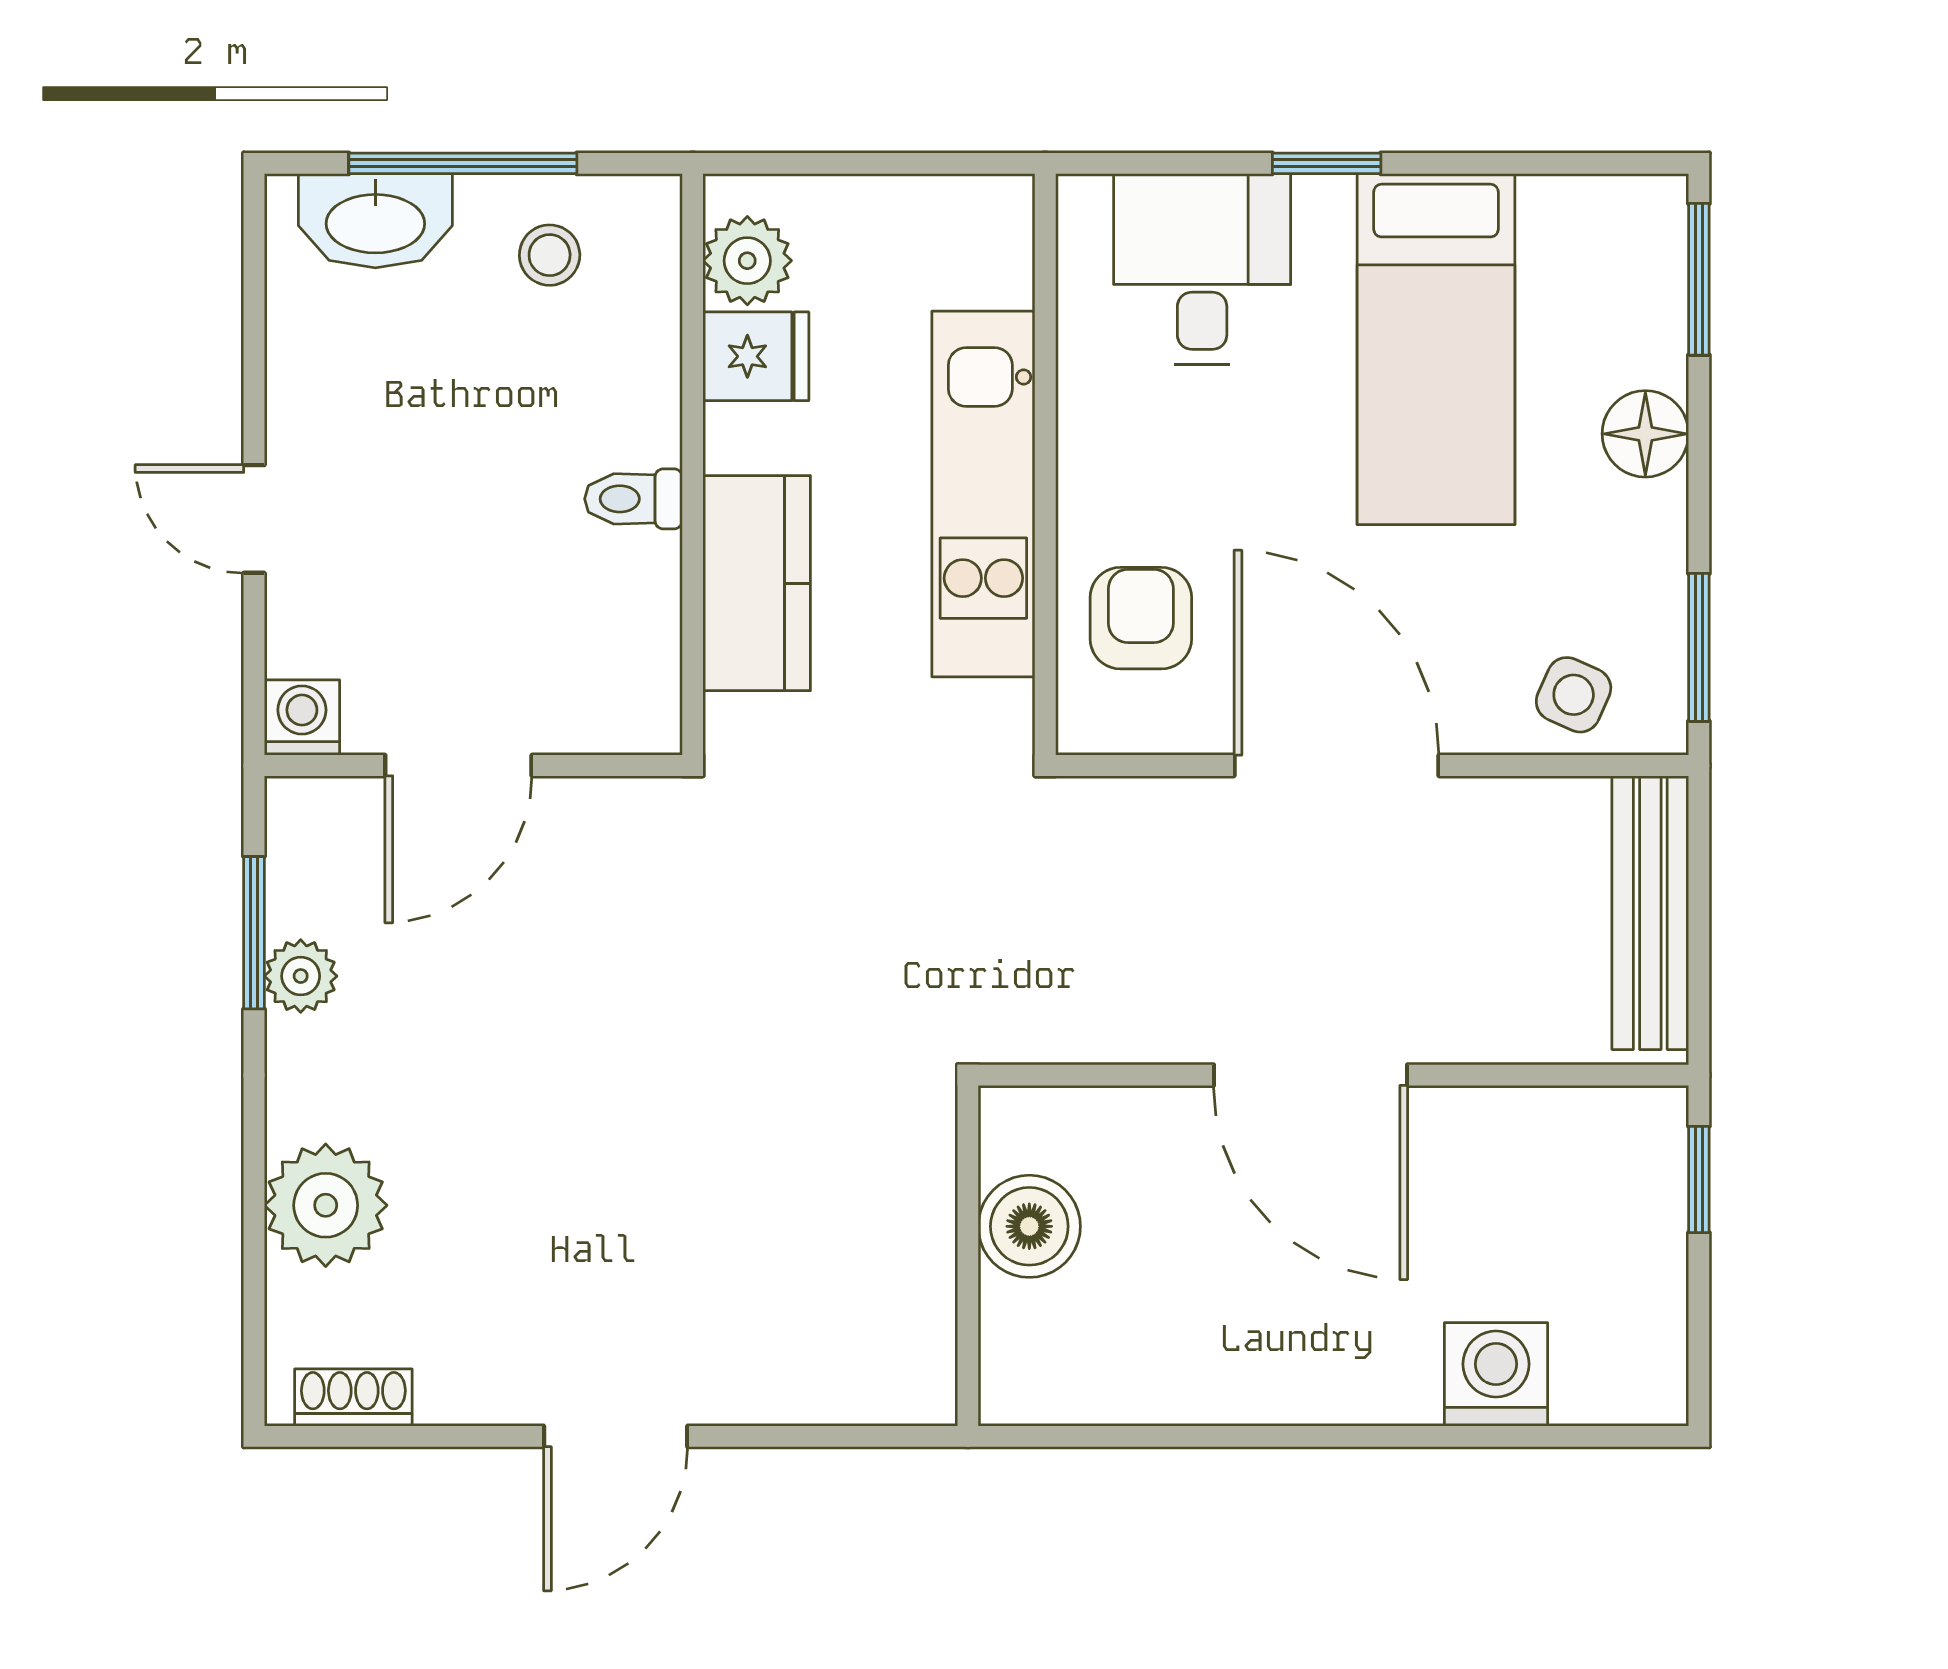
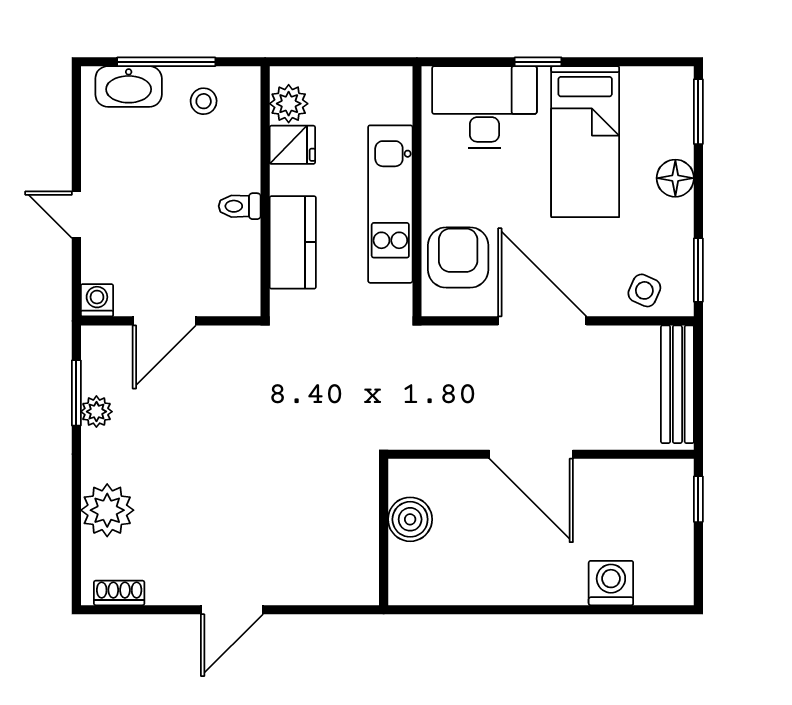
desk: (1202, 269) -> (484, 107), width x1.37
armchair: (1141, 618) -> (458, 257), width x1.38, depth x1.38

